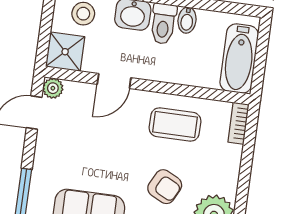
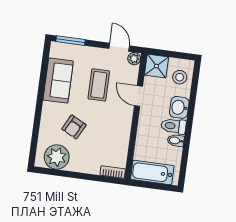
coffee table: (175, 125) -> (99, 85), moved

